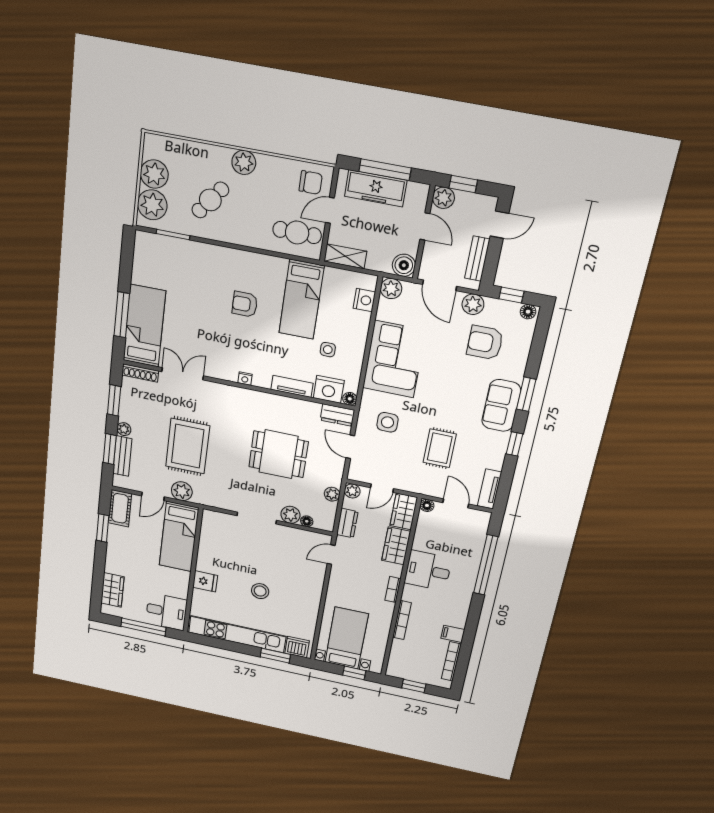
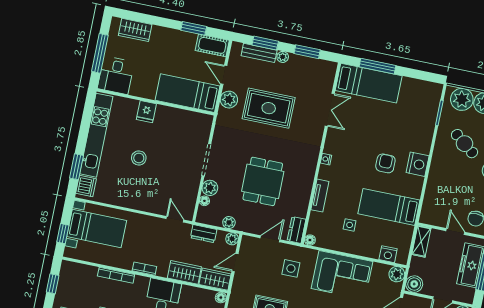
cafe table: (297, 233) -> (439, 207), removed
shoe rack: (140, 373) -> (330, 76), removed
nightstand: (329, 389) -> (418, 164), moved, turned 180
door: (382, 488) -> (235, 263), hinge flipped

